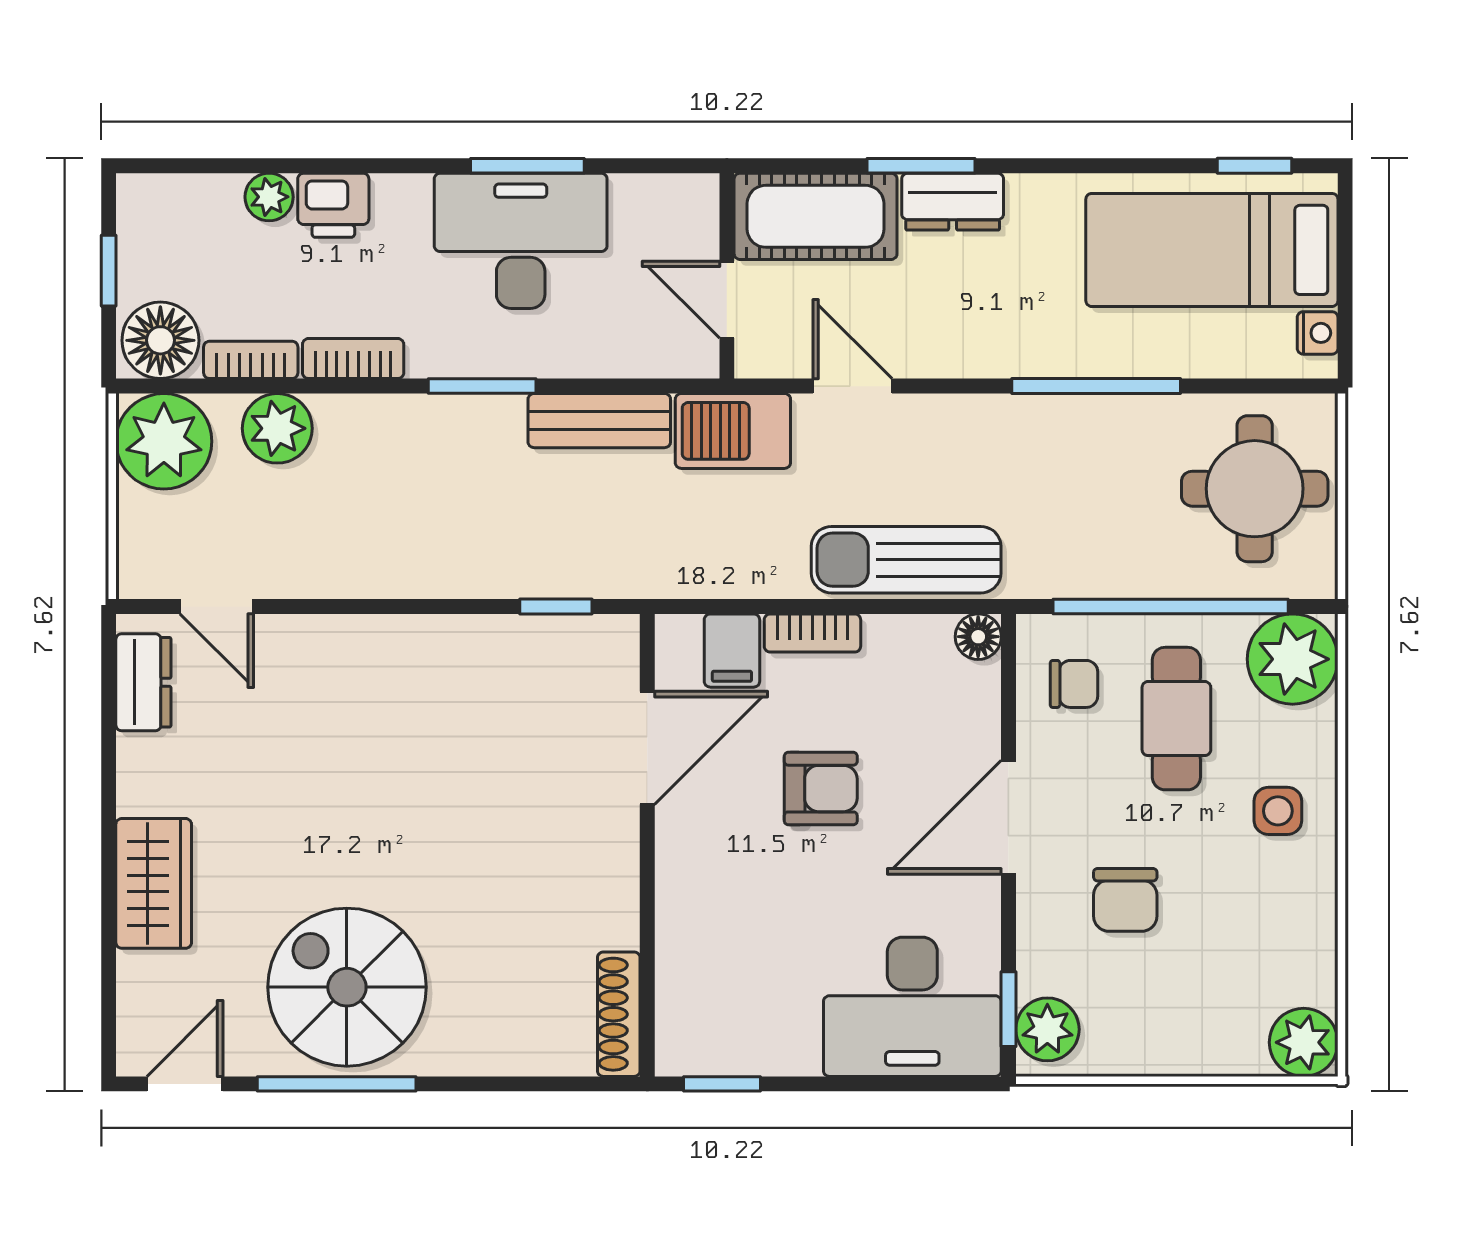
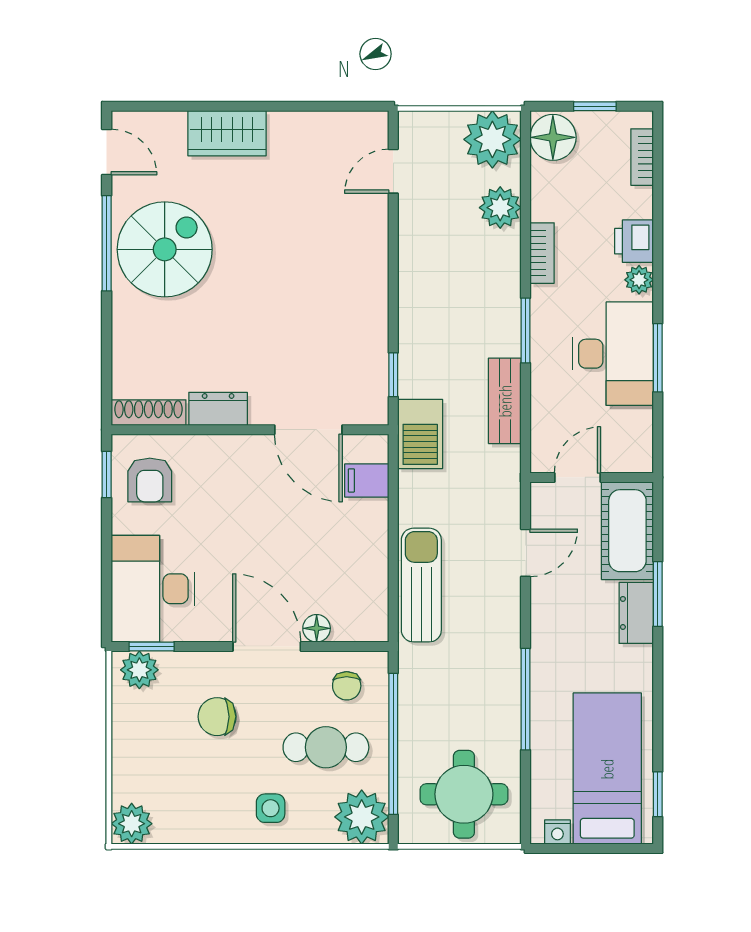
plant: (269, 197) -> (639, 280), moved
bookcase: (251, 360) -> (642, 157), moved, turned 180
barbecue: (733, 431) -> (420, 434), moved, turned 180
bookcase: (812, 633) -> (377, 529), removed
floor lamp: (978, 637) -> (317, 628), moved
dresser: (143, 682) -> (218, 409), moved, turned 180
armchair: (821, 789) -> (150, 480), moved

